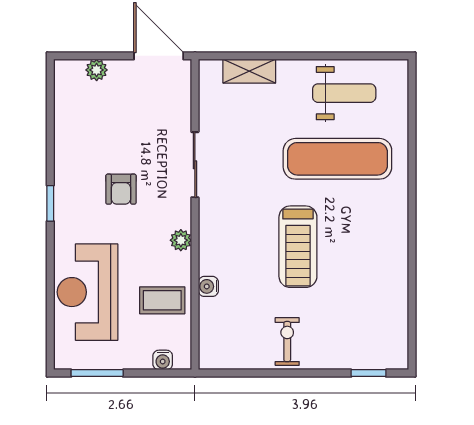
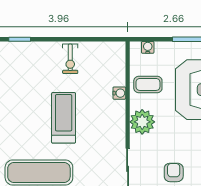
armchair: (121, 189) -> (174, 172), moved
plant: (181, 240) -> (142, 122), width x1.88, depth x1.88

